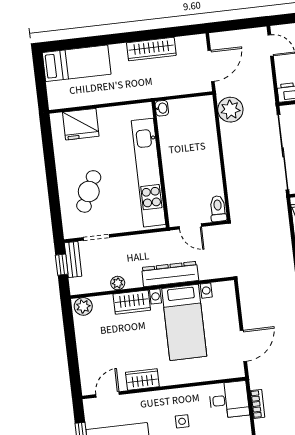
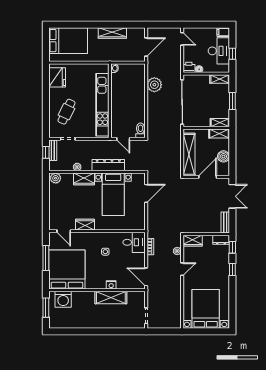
bed: (77, 63) -> (68, 41), width x1.50
plant: (230, 110) -> (154, 85), moved
fridge: (81, 124) -> (57, 77), moved, turned -90
door: (243, 346) -> (146, 193), moved
door: (108, 395) -> (64, 231), swing flipped

